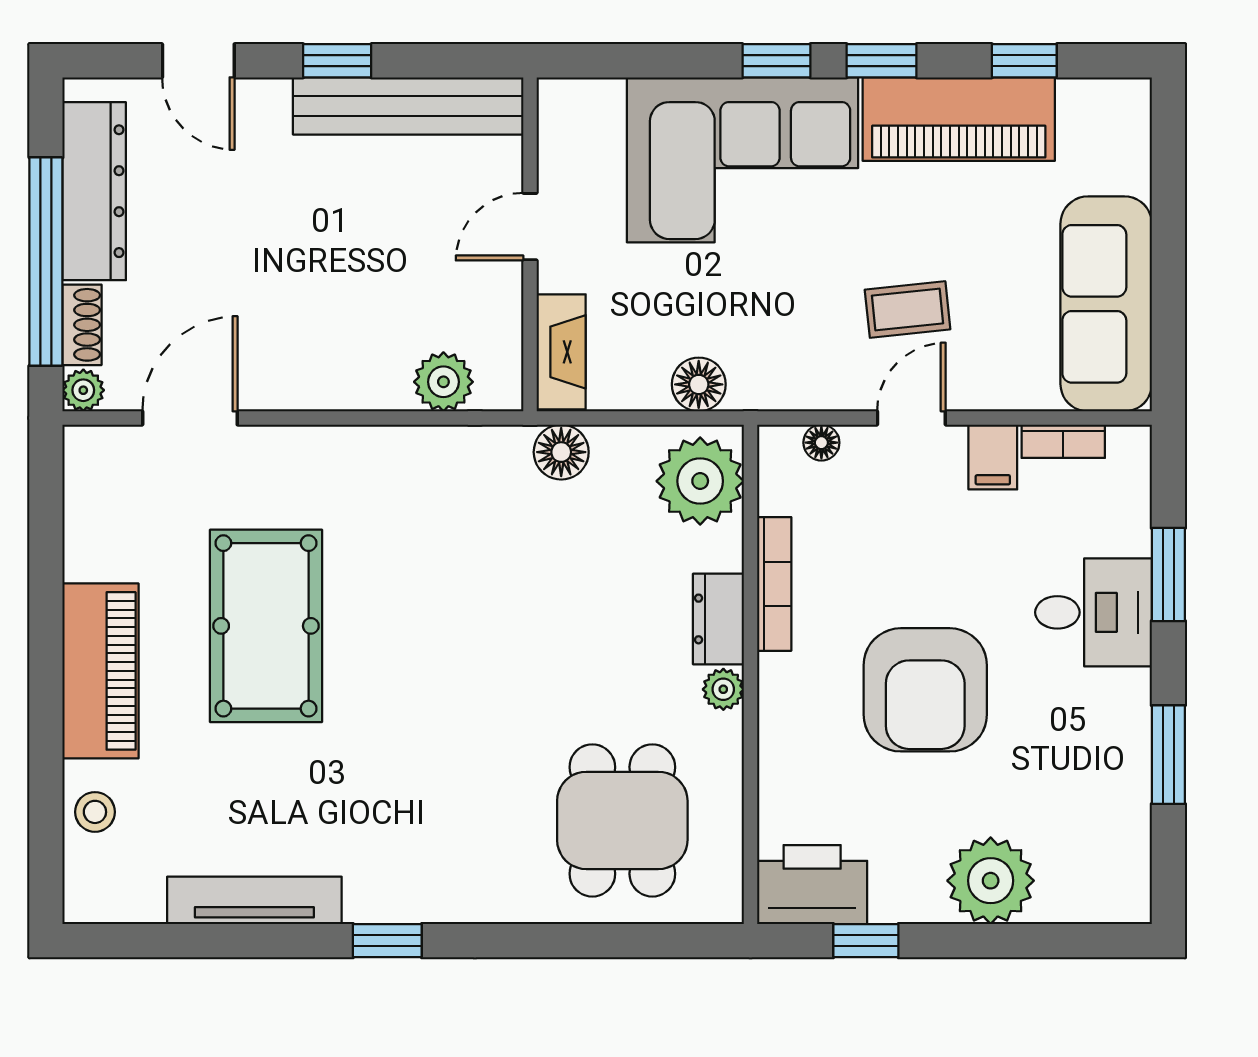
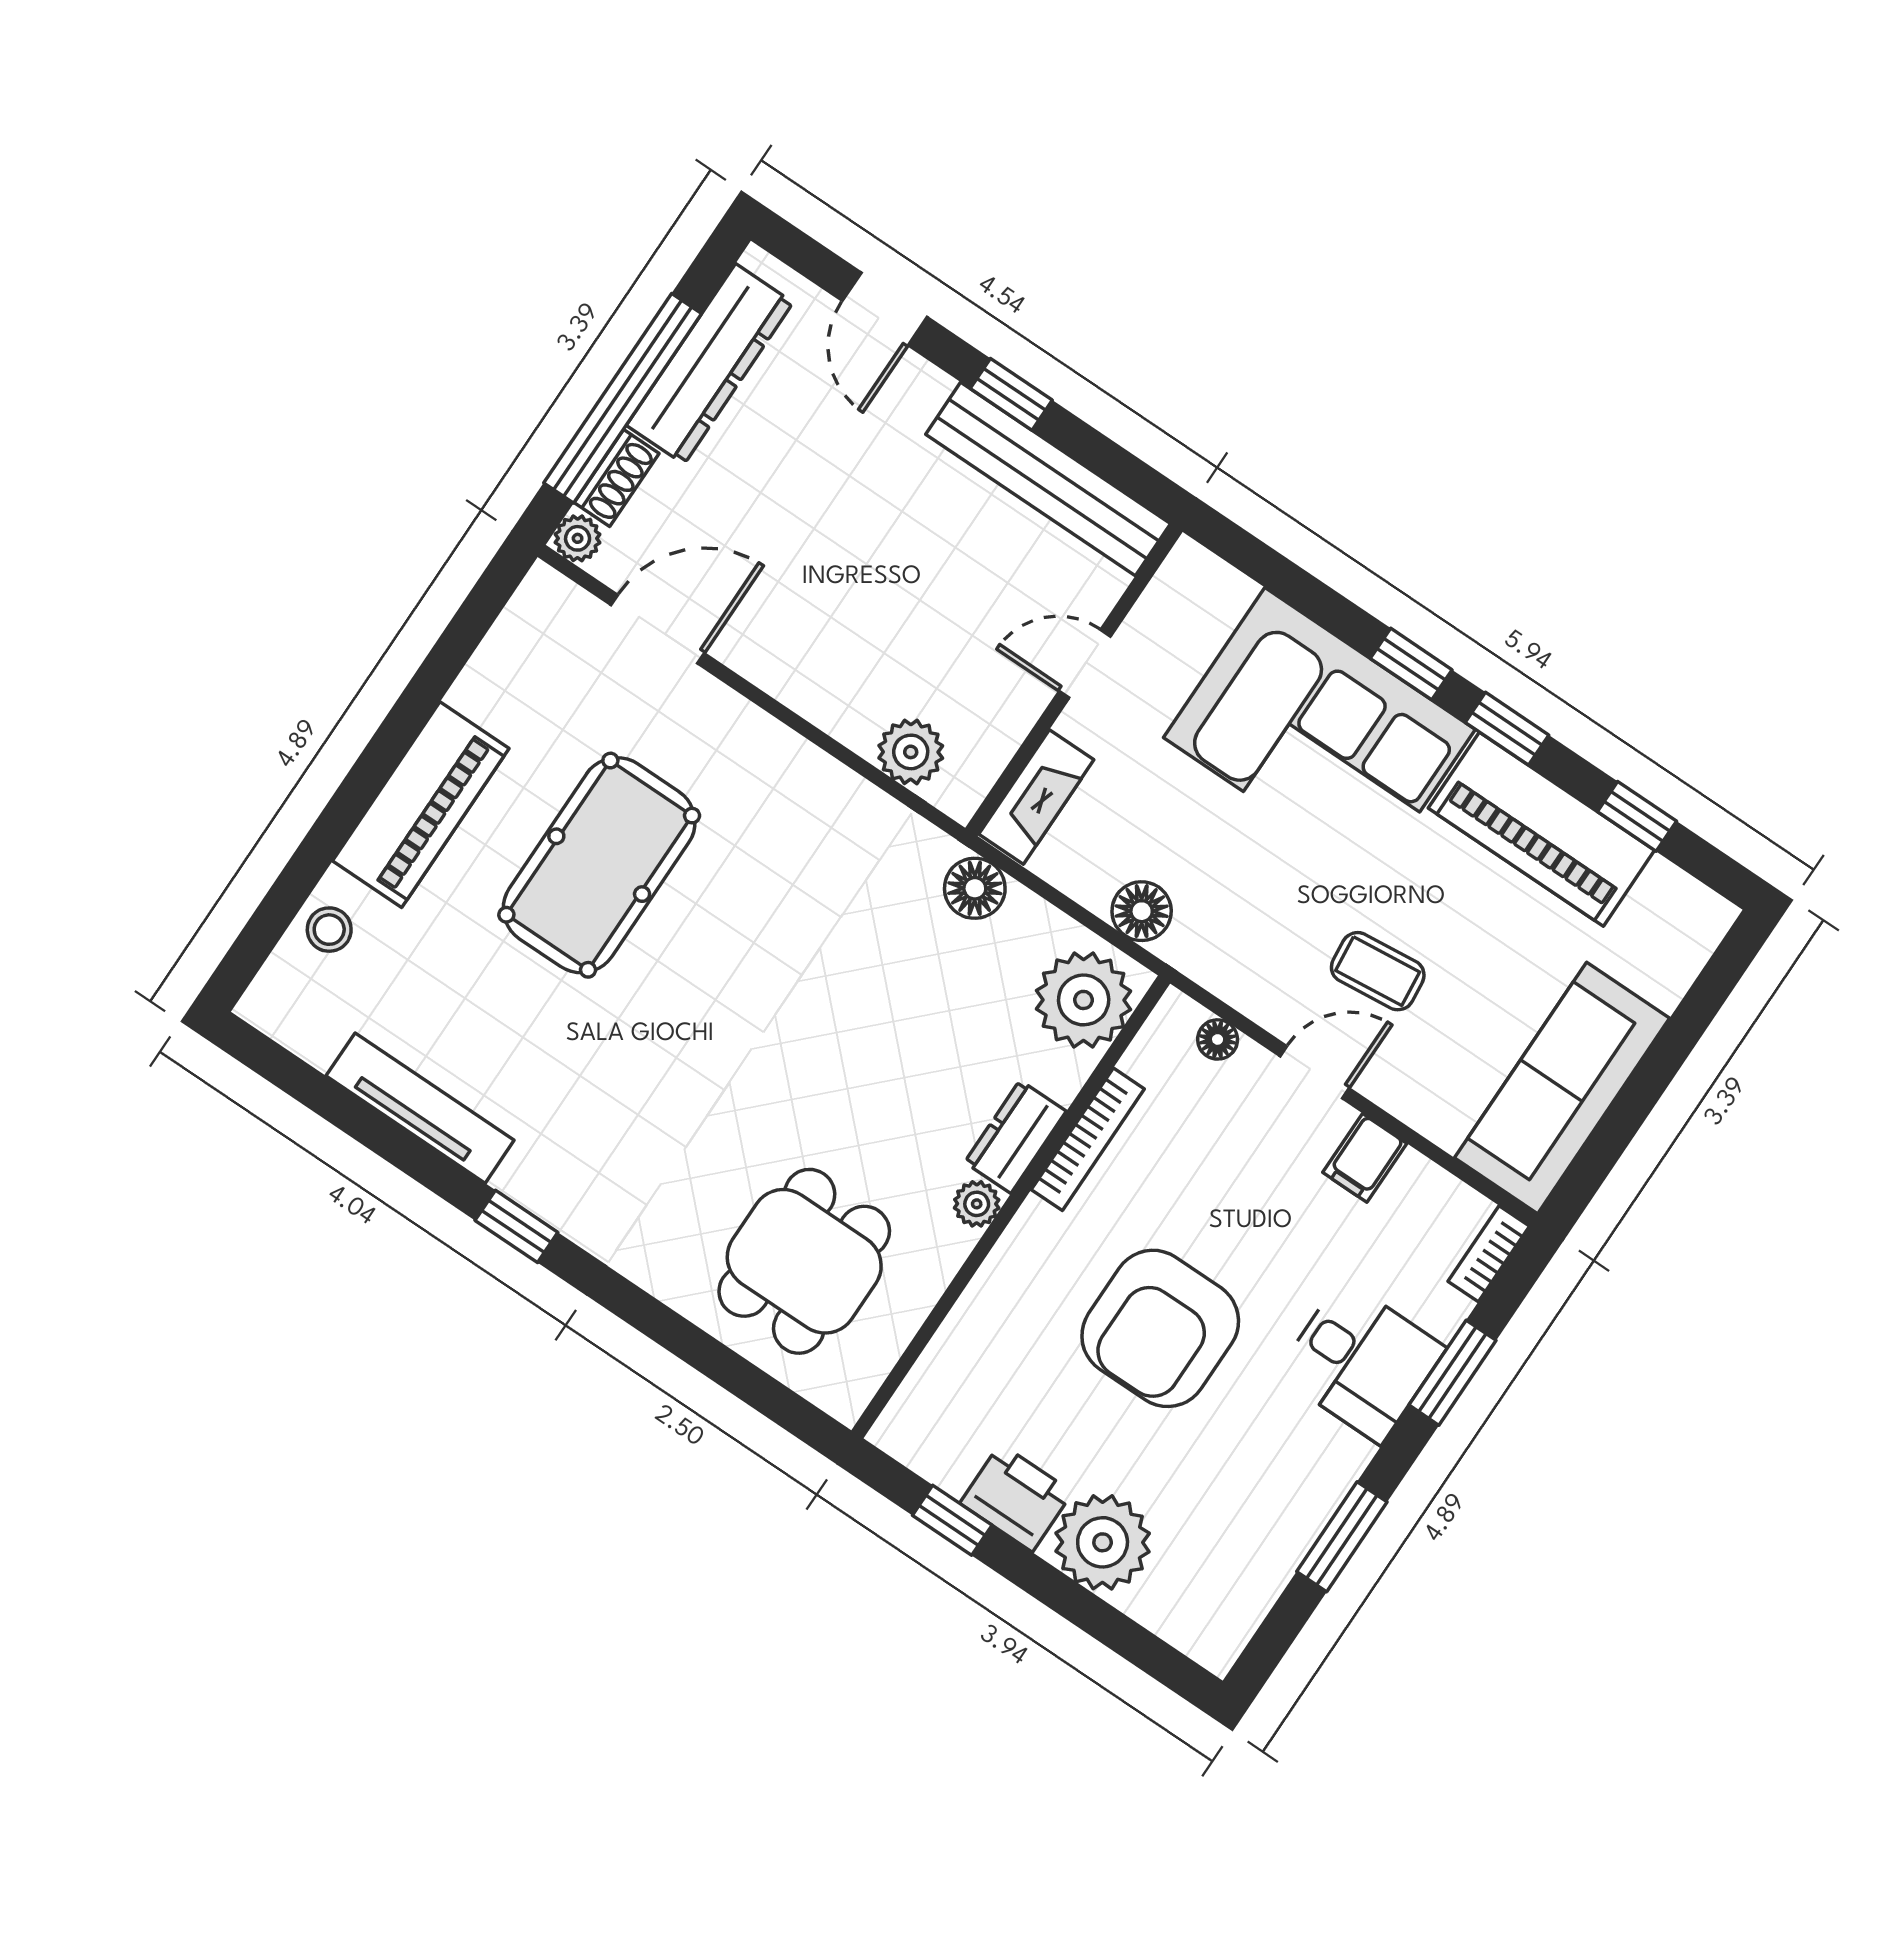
bookcase: (1063, 441) -> (1489, 1254), moved, turned 90
printer: (812, 885) -> (1016, 1498), moved, width x0.73, depth x0.84

